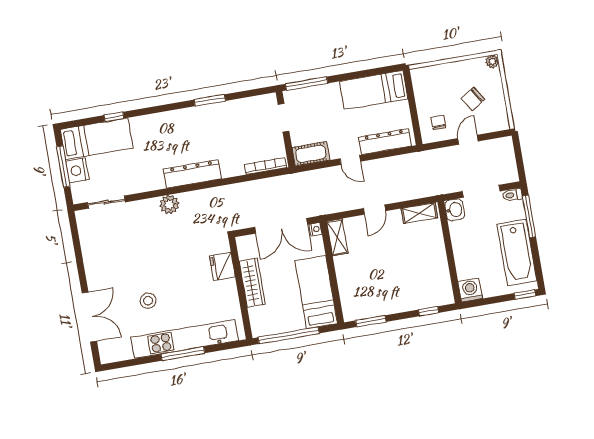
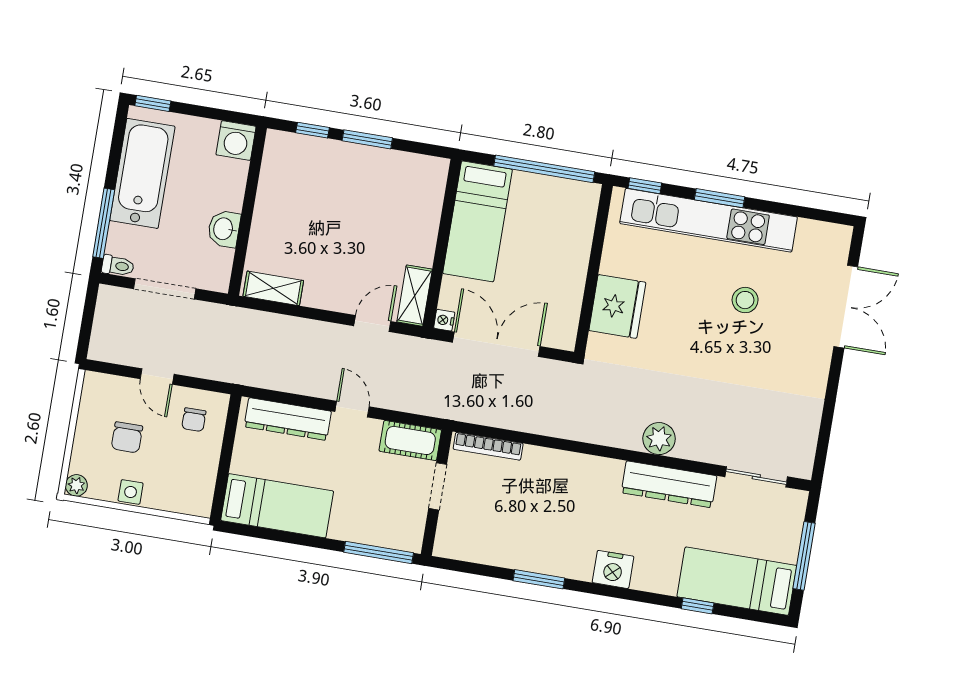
side table: (460, 69) -> (131, 492), added
chair: (473, 99) -> (127, 437), turned 123
doorway: (283, 118) -> (438, 486), moved
door: (468, 140) -> (157, 376), hinge flipped
nightstand: (77, 170) -> (613, 569), moved, turned 90
dresser: (192, 174) -> (669, 484), moved
door: (375, 210) -> (372, 324), moved
washbasin: (455, 210) -> (224, 229), moved
fridge: (222, 266) -> (617, 306), width x1.36, depth x1.34
wardrobe: (252, 283) -> (572, 271), removed
double door: (89, 317) -> (846, 307), swing flipped
window: (371, 321) -> (367, 139), moved
window: (228, 346) -> (645, 186), added
window: (183, 354) -> (720, 198), width x0.69

